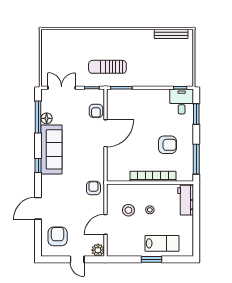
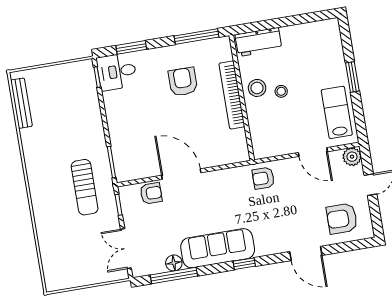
stool: (128, 210) -> (257, 88), moved
lab bench: (162, 243) -> (337, 112), moved

